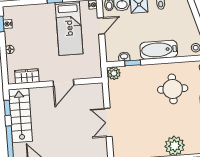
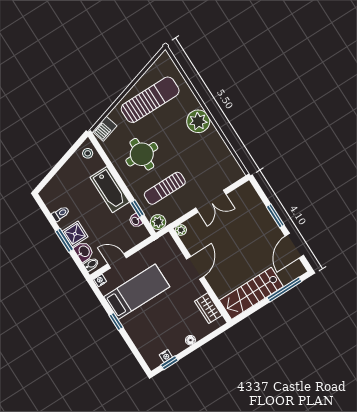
door: (63, 83) -> (195, 268), hinge flipped
plant: (98, 88) -> (181, 230), added
sun lounger: (137, 92) -> (165, 188), added
window: (7, 108) -> (251, 311), removed

